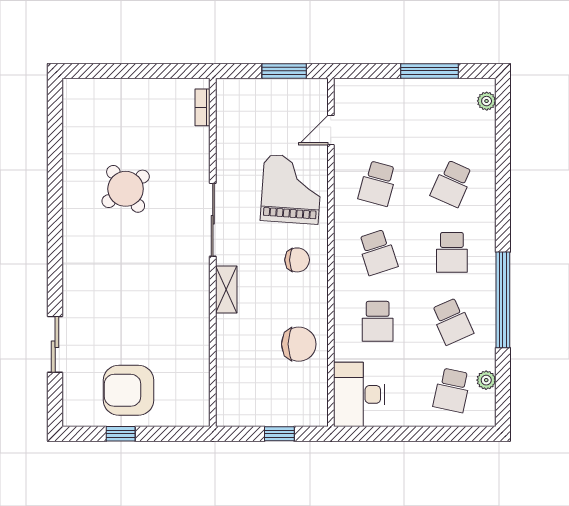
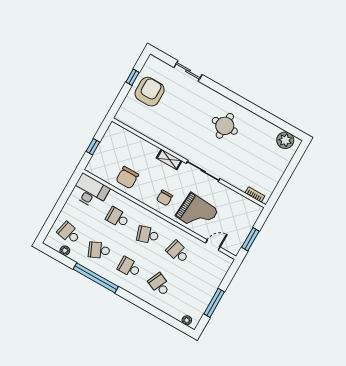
plant: (79, 108) -> (285, 140), added
door: (331, 130) -> (213, 245), hinge flipped
round table: (126, 189) -> (225, 126), moved, turned 36

